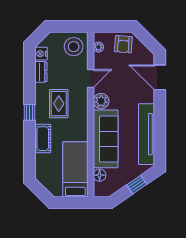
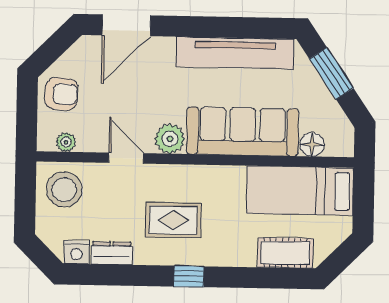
cot: (43, 139) -> (285, 253), moved
window: (137, 185) -> (331, 73), width x1.50

